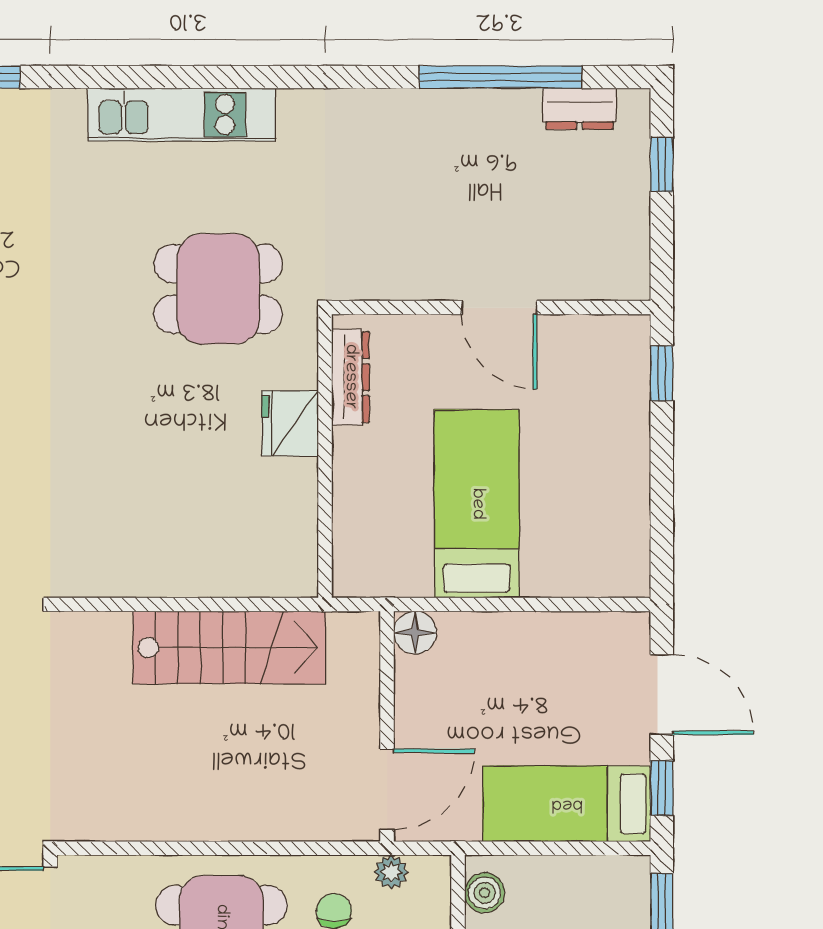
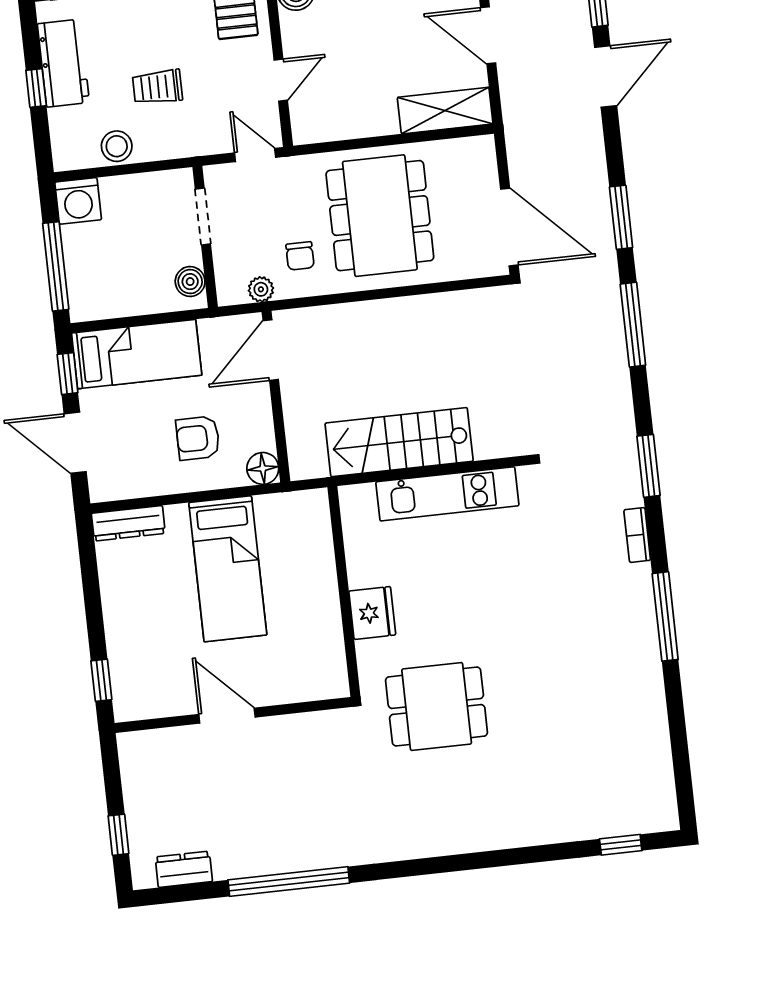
window: (501, 77) -> (289, 881), moved
kitchen unit: (182, 115) -> (447, 494), moved, turned 180
dresser: (350, 377) -> (128, 523), moved, turned -90
armchair: (497, 683) -> (198, 438), added

